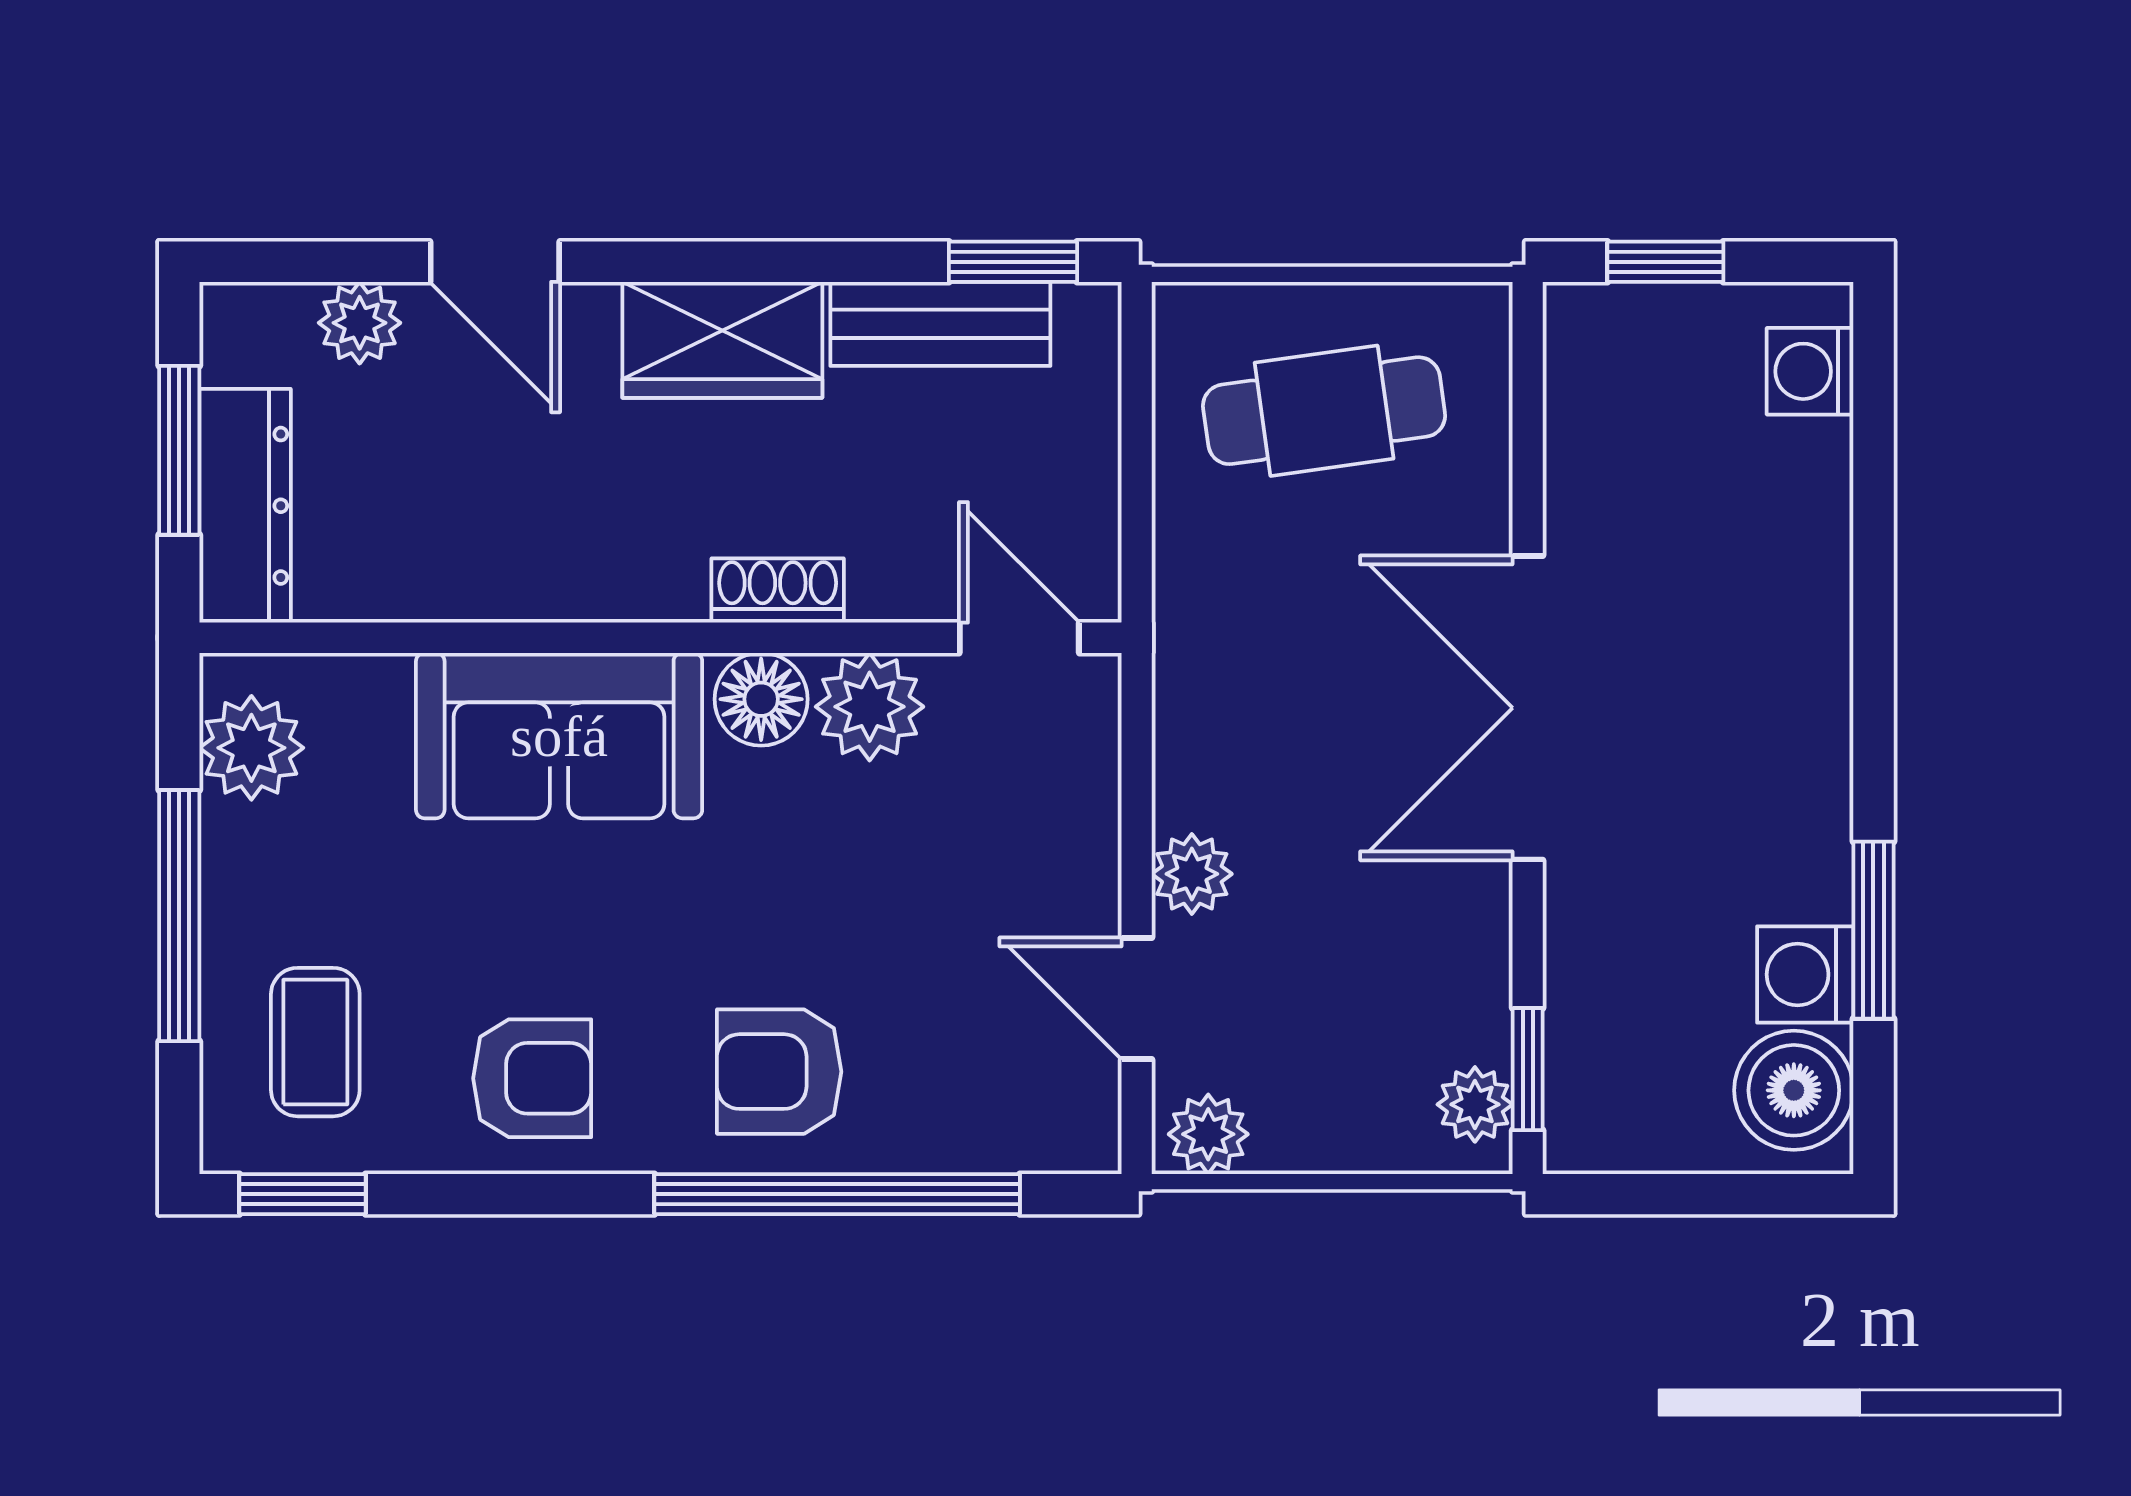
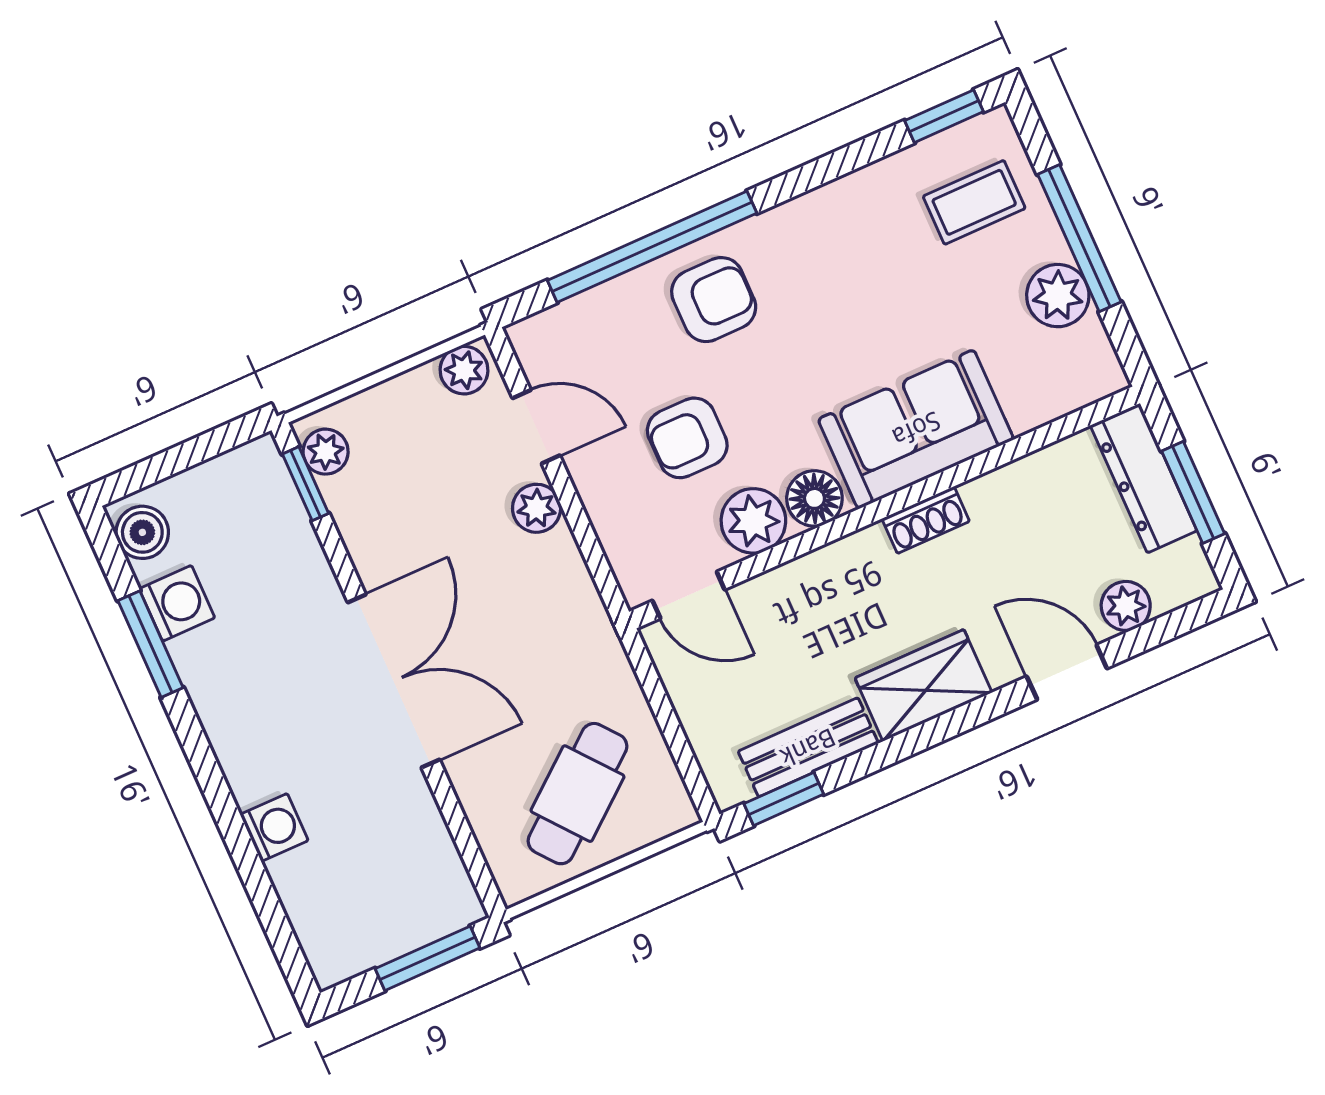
window: (1665, 262) -> (427, 958), width x1.50
washing machine: (1810, 371) -> (274, 827), moved
cafe table: (1324, 411) -> (578, 794), turned -31
shoe rack: (778, 591) -> (926, 520), moved
plant: (251, 748) -> (1058, 296), moved
coffee table: (315, 1042) -> (974, 202), turned 90
armchair: (532, 1078) -> (687, 438), moved
boiler: (1794, 1090) -> (142, 532), width x0.73, depth x0.73

